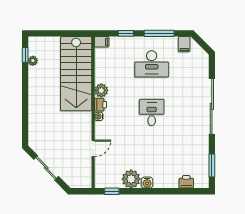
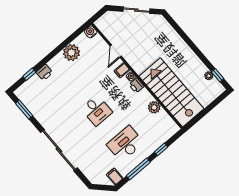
filing cabinet: (102, 42) -> (122, 70), moved
plant: (101, 90) -> (154, 107), moved
printer: (186, 182) -> (44, 72), moved
water cooler: (147, 183) -> (91, 32), moved
window: (112, 191) -> (29, 74), moved

